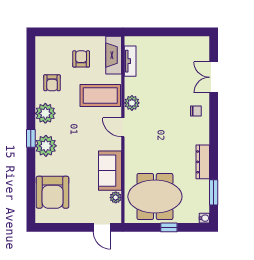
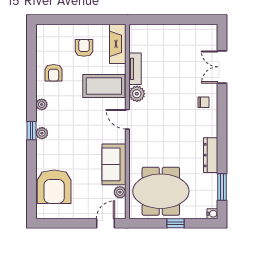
tv unit: (130, 61) -> (135, 69), moved
plant: (45, 113) -> (42, 104), width x0.53, depth x0.53
plant: (46, 146) -> (42, 133), width x0.53, depth x0.53
door: (102, 227) -> (106, 223), swing flipped

